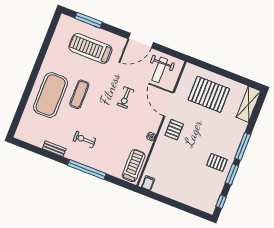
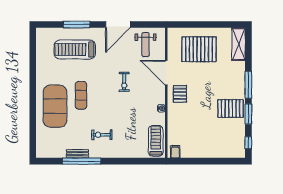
window: (89, 20) -> (77, 24), moved
pallet: (217, 162) -> (231, 108), width x1.50, depth x1.42
window: (87, 169) -> (82, 161), moved

